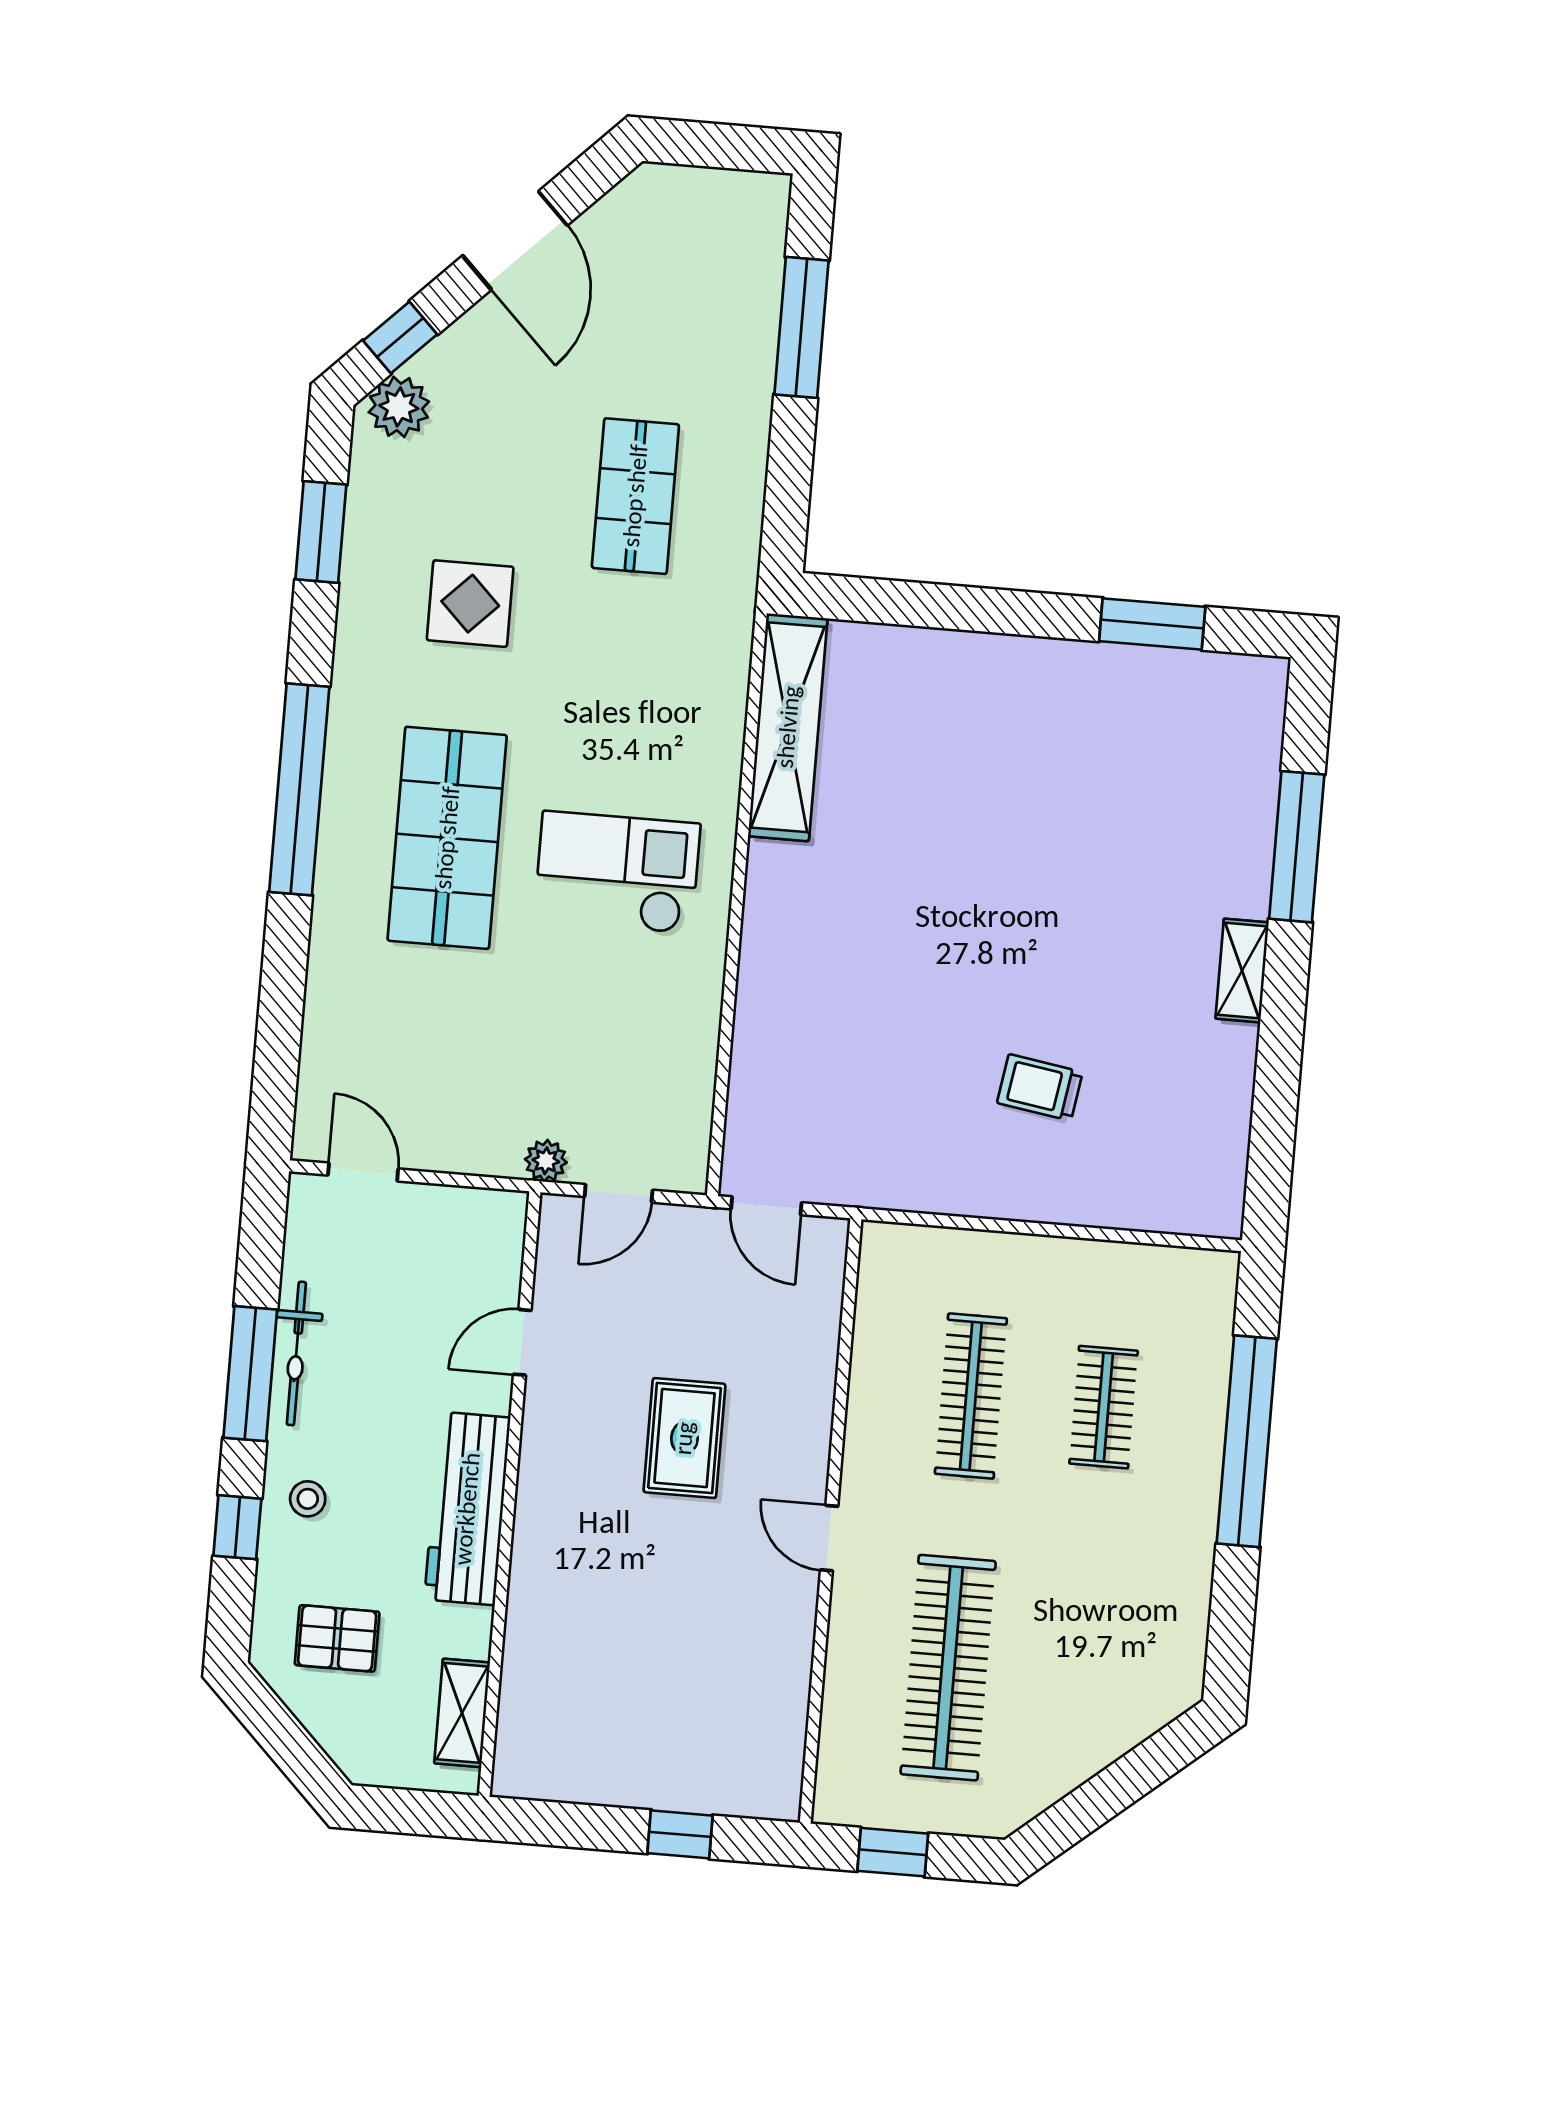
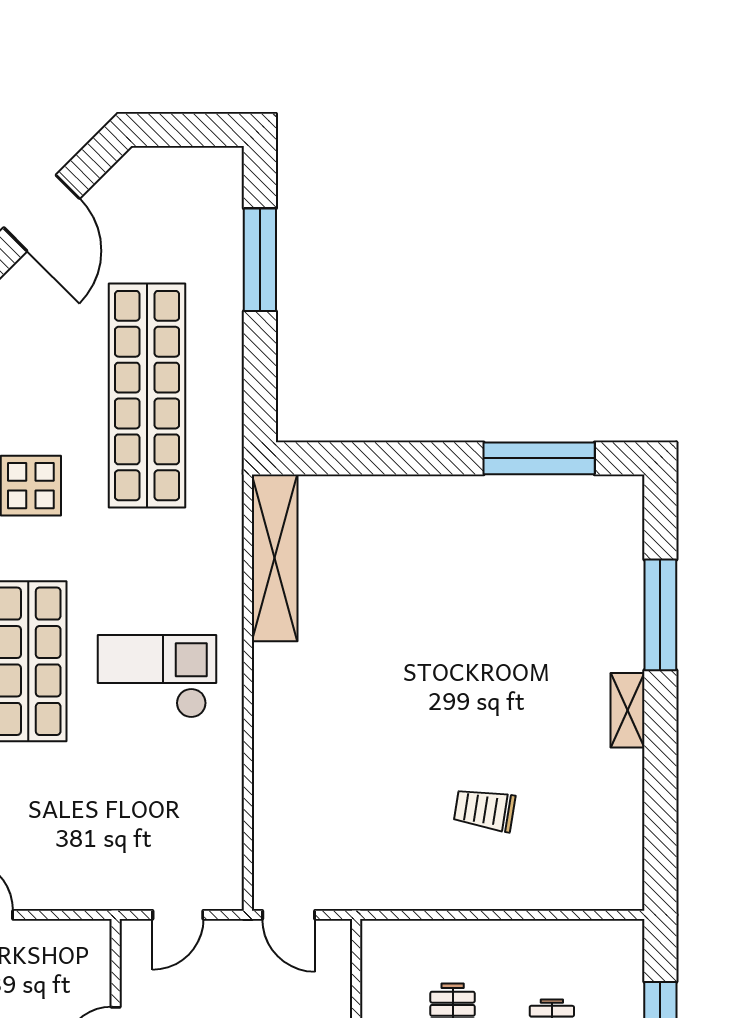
shop shelf: (635, 496) -> (147, 396), width x2.00, depth x1.36
window: (1152, 624) -> (539, 458), width x1.44
plant: (546, 1161) -> (122, 895), removed

